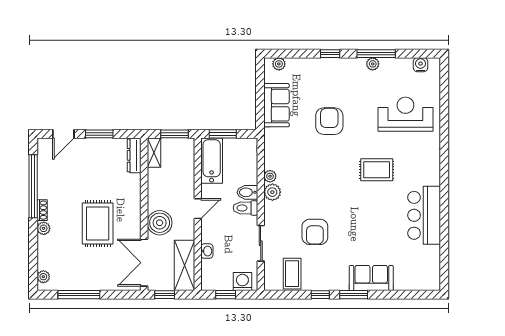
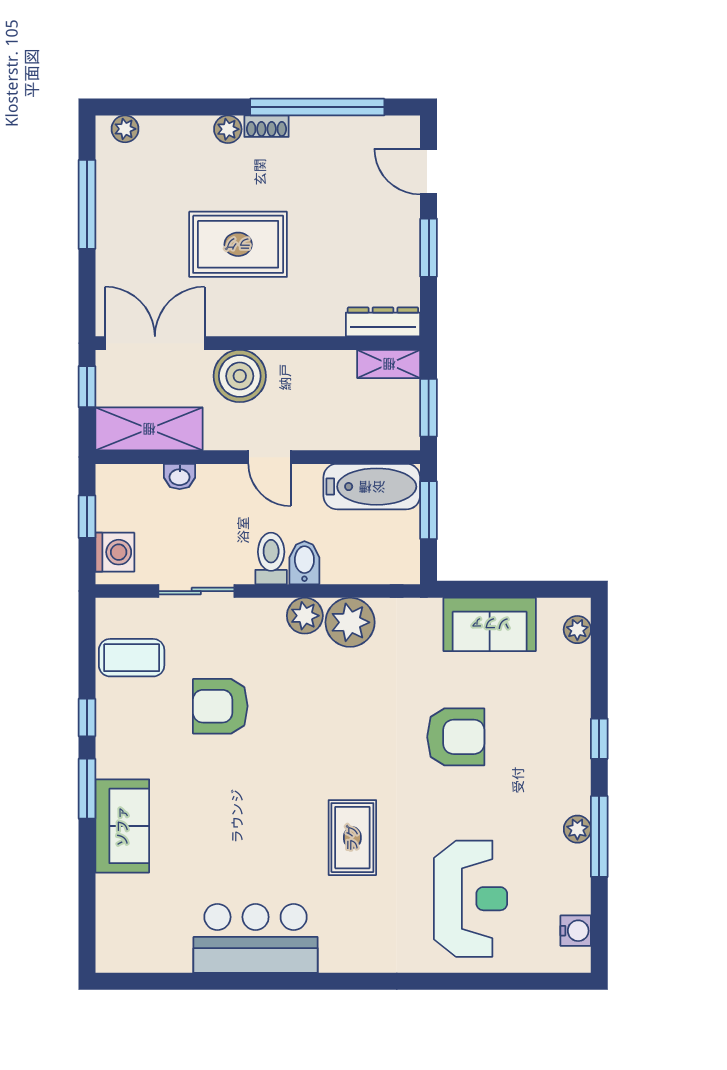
plant: (270, 176) -> (350, 622), width x1.87, depth x1.87

